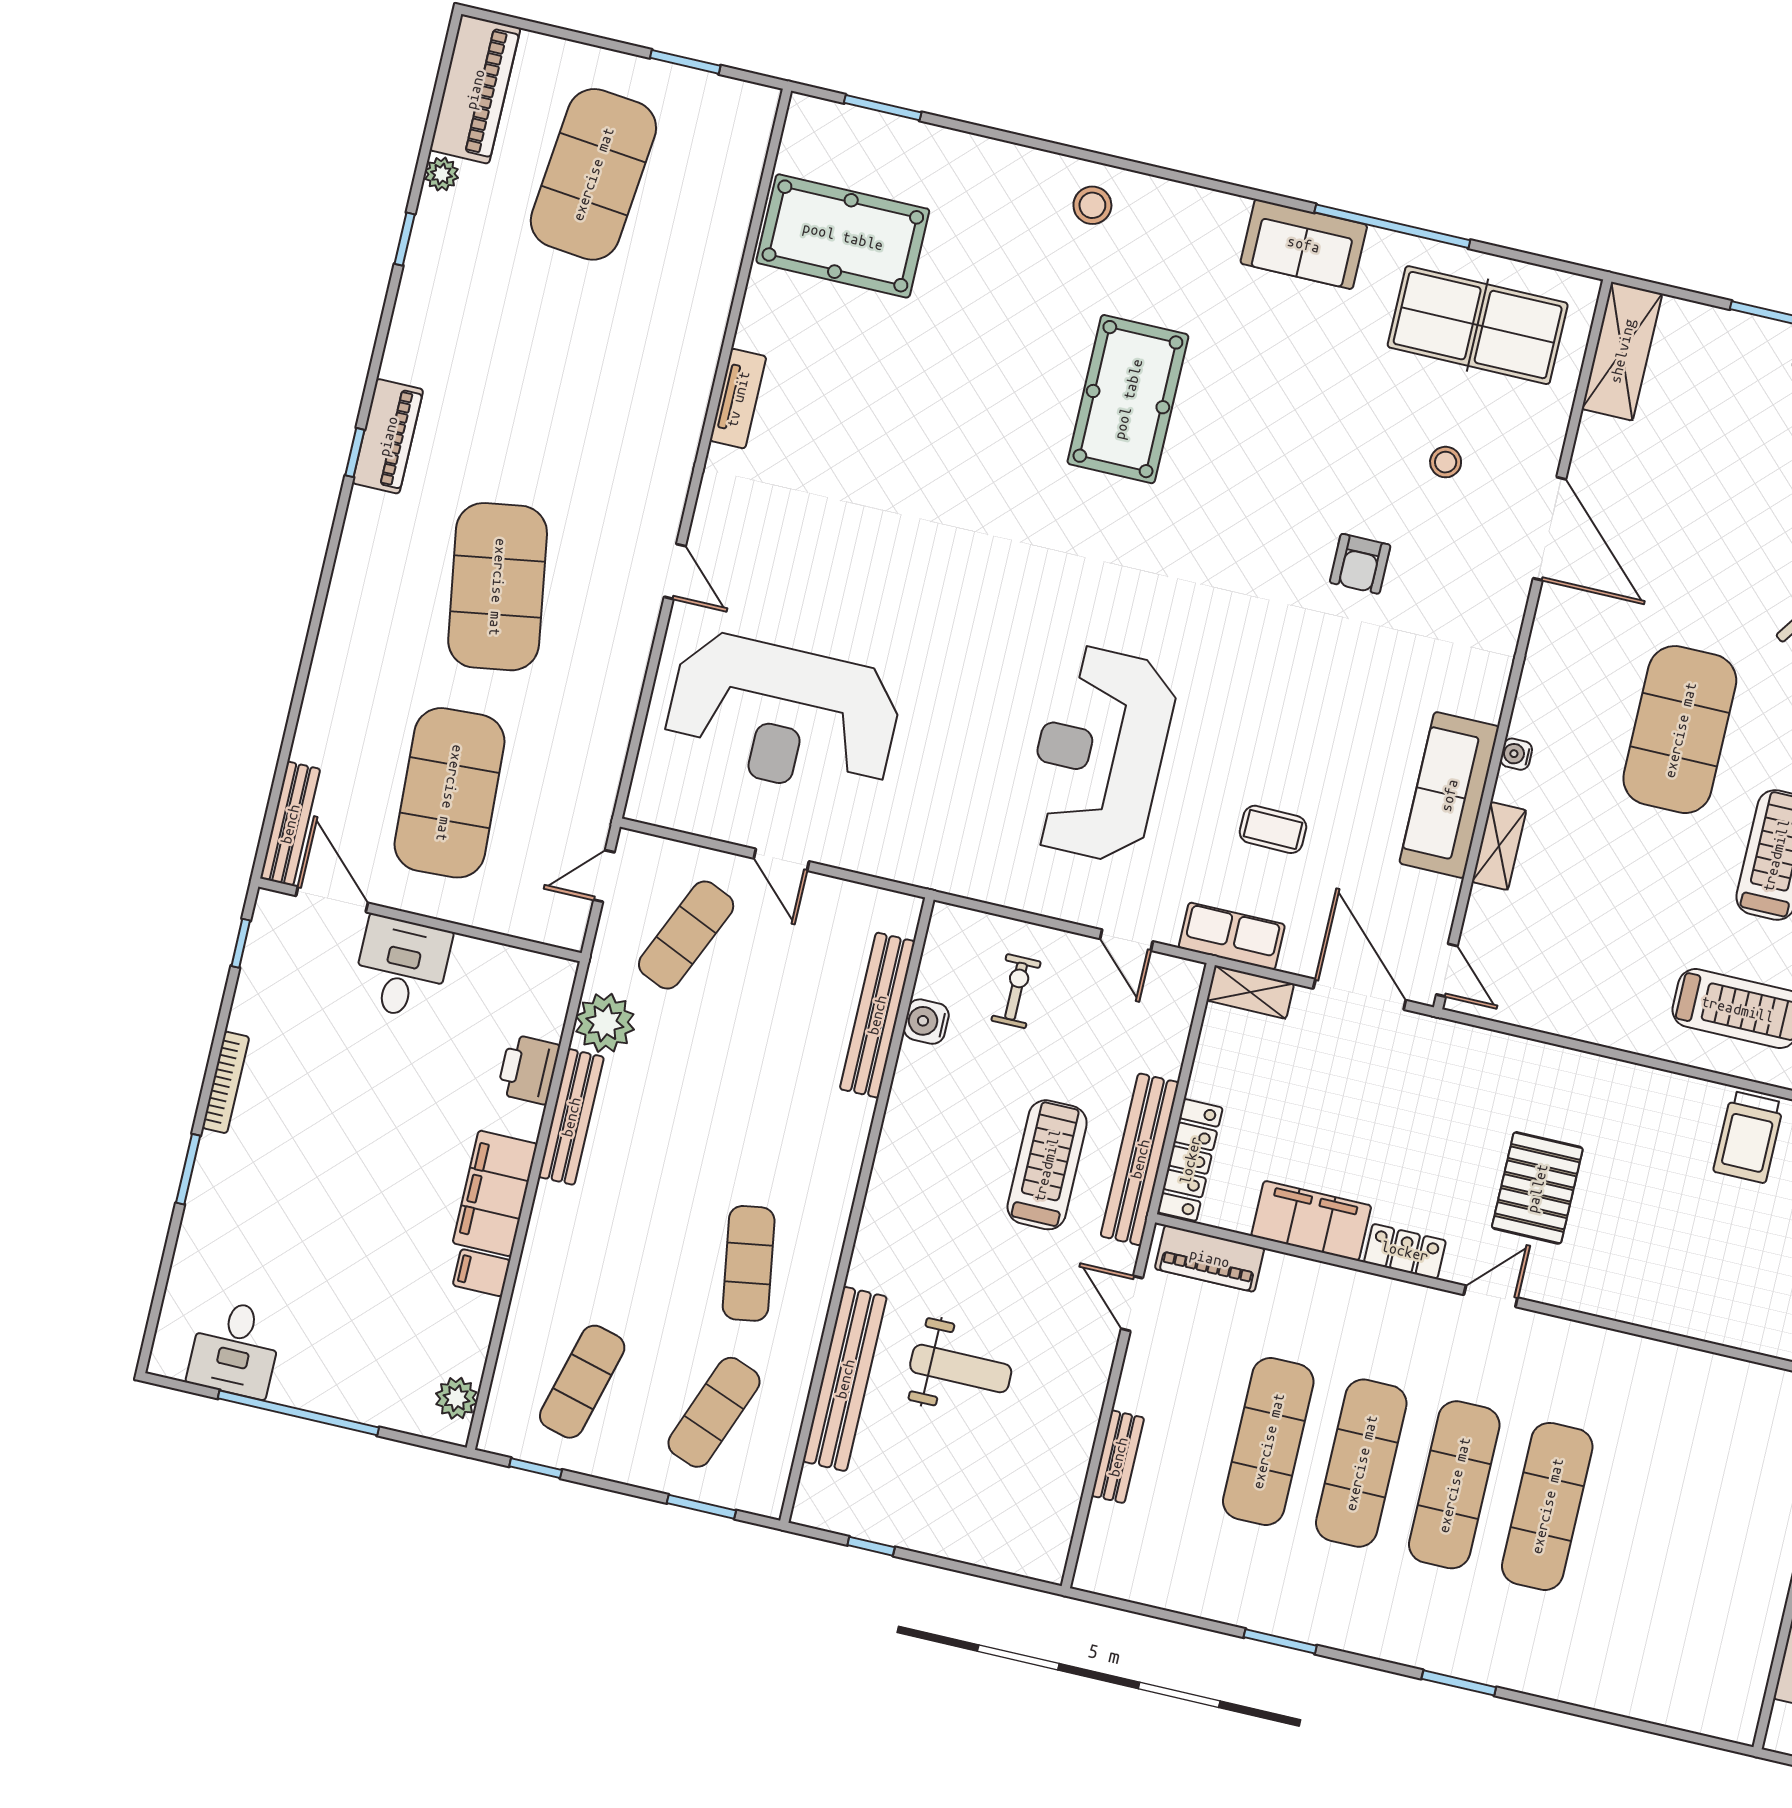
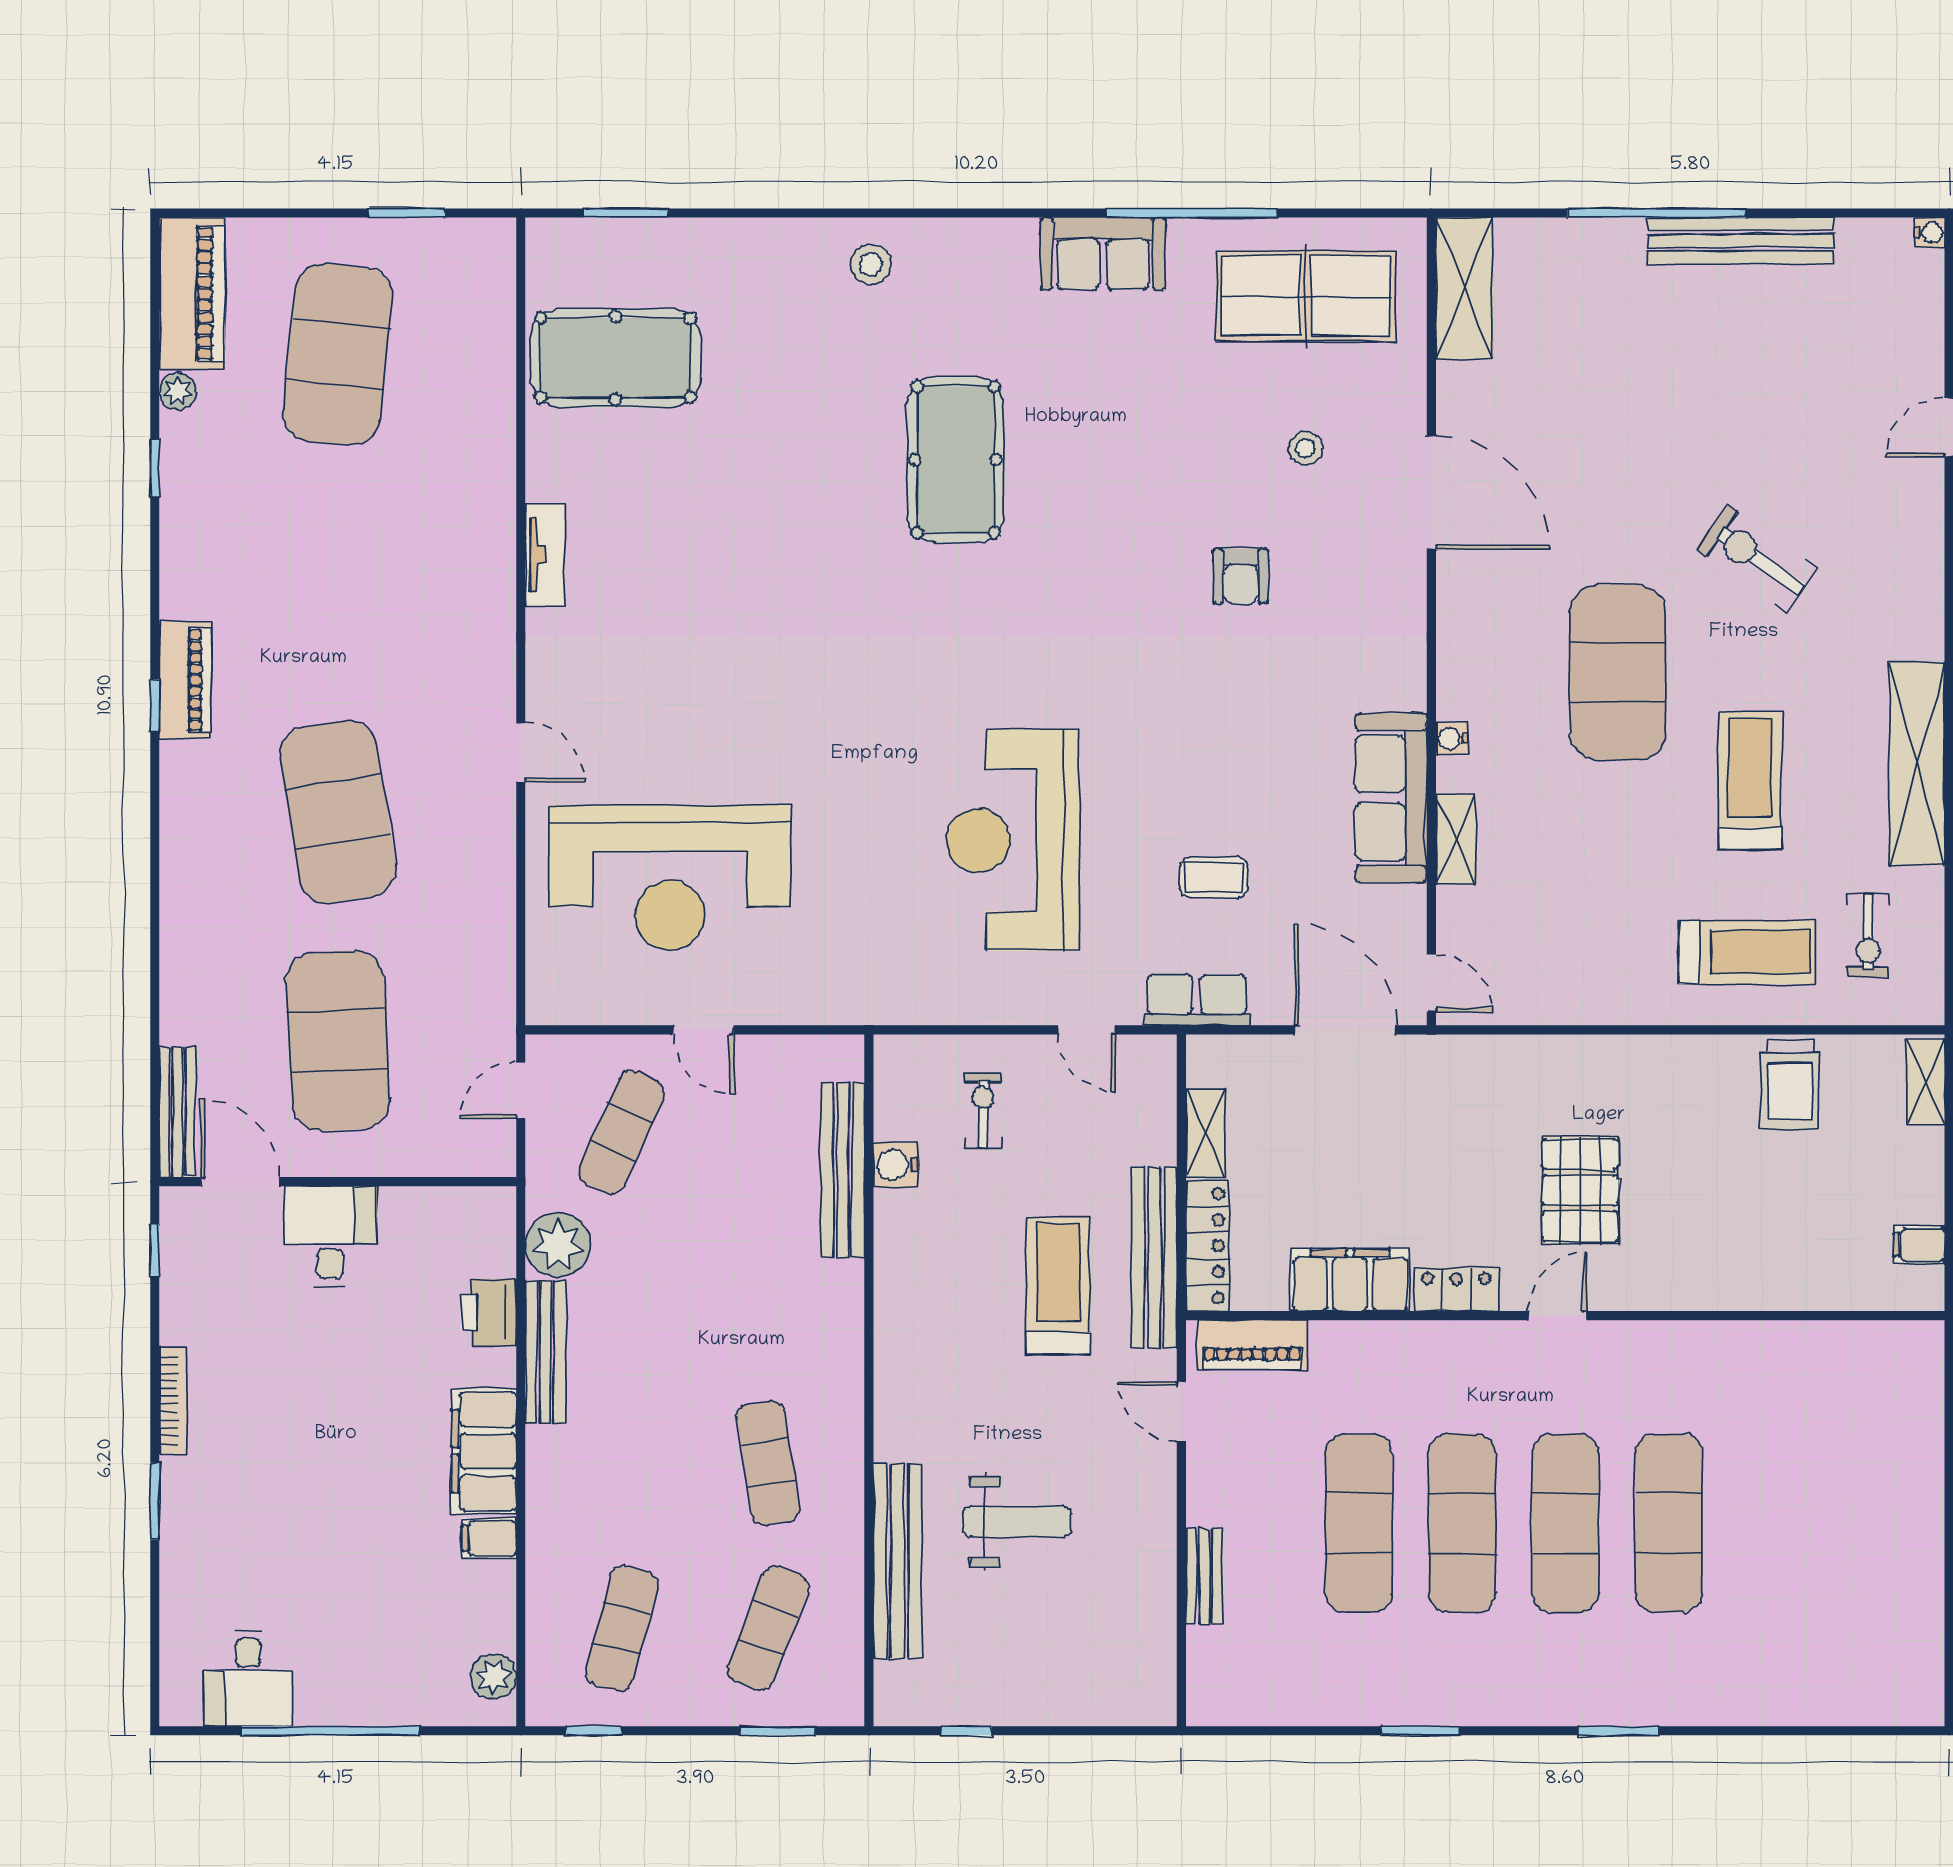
shelving: (1250, 992) -> (1206, 1133), moved, turned 90

